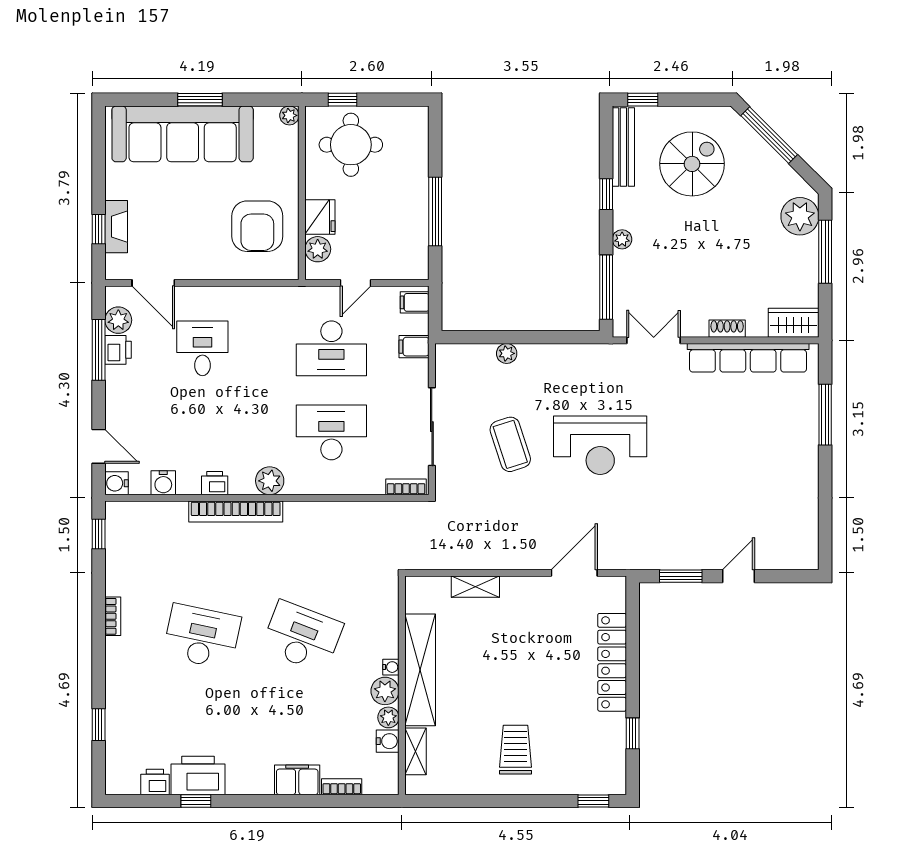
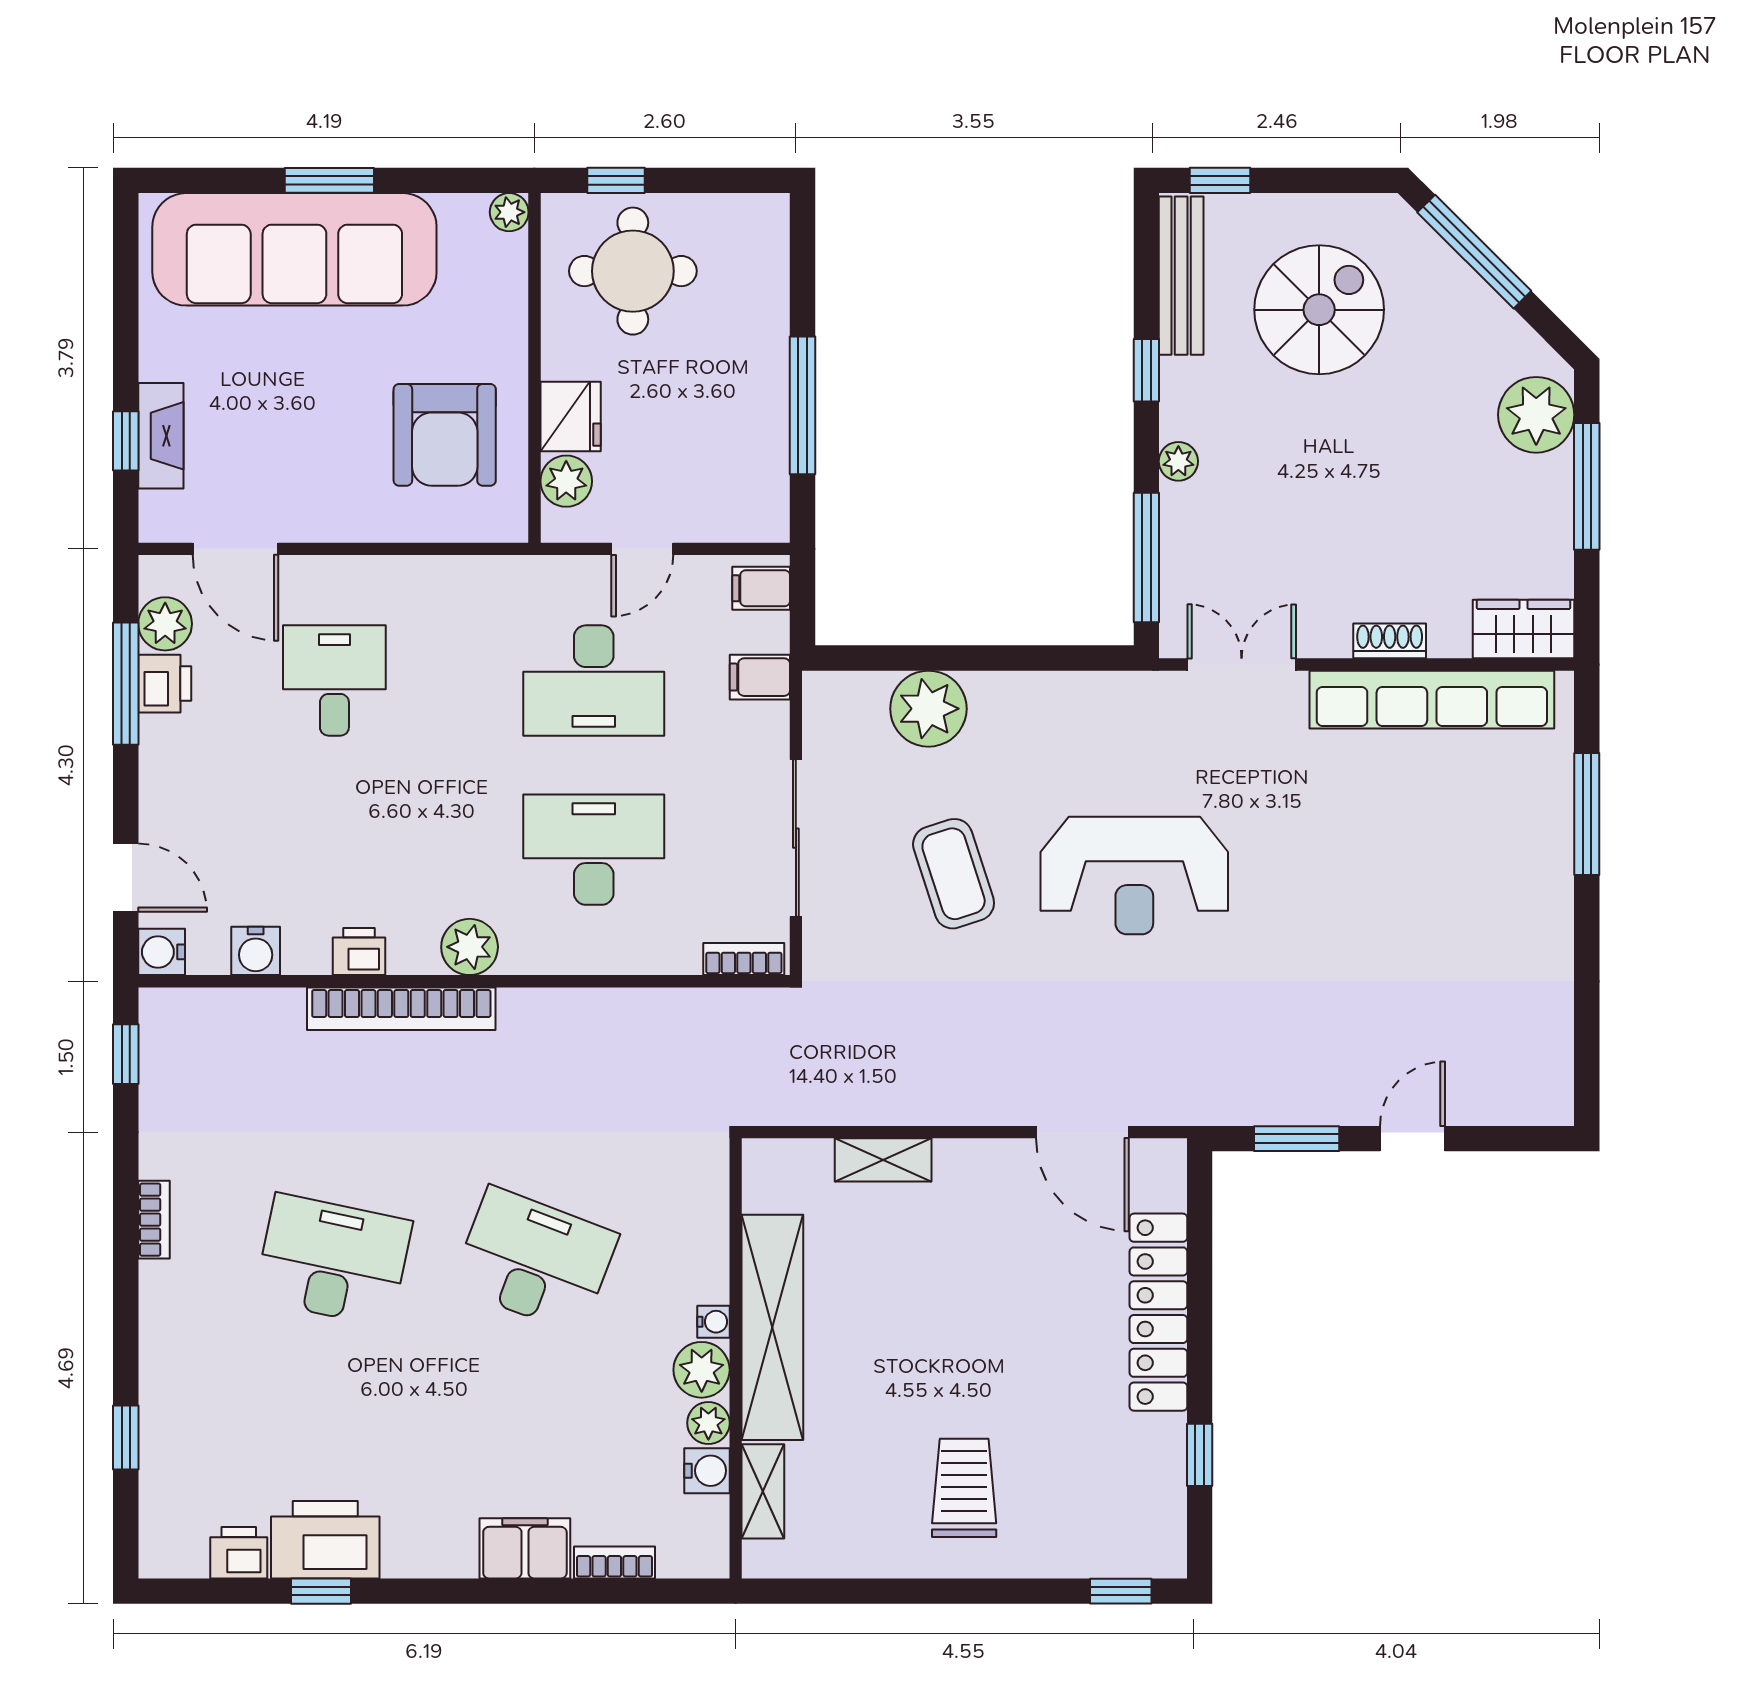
plant: (507, 353) -> (928, 709), width x1.88, depth x1.88
door: (574, 573) -> (1082, 1132), swing flipped

